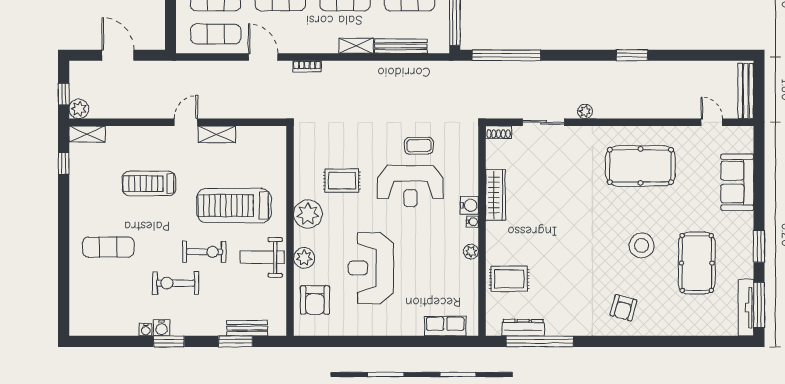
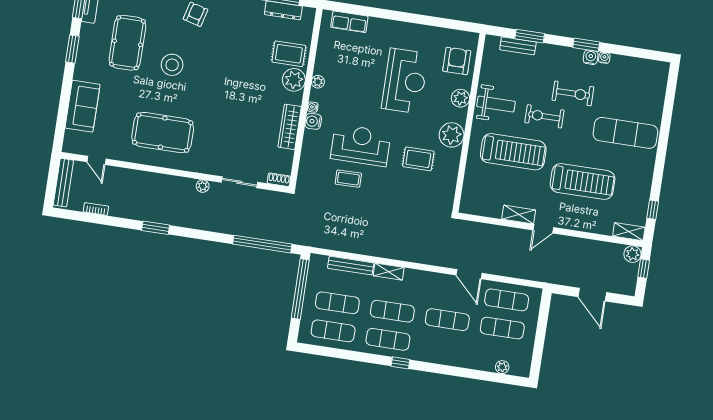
bookcase: (307, 66) -> (96, 209), moved
treadmill: (149, 184) -> (583, 182), width x1.37, depth x1.37
exercise mat: (108, 247) -> (625, 133), width x1.36, depth x1.45
plant: (499, 250) -> (294, 80), added

